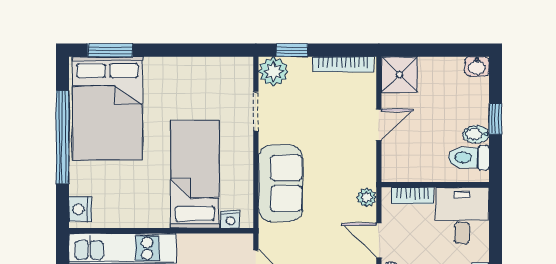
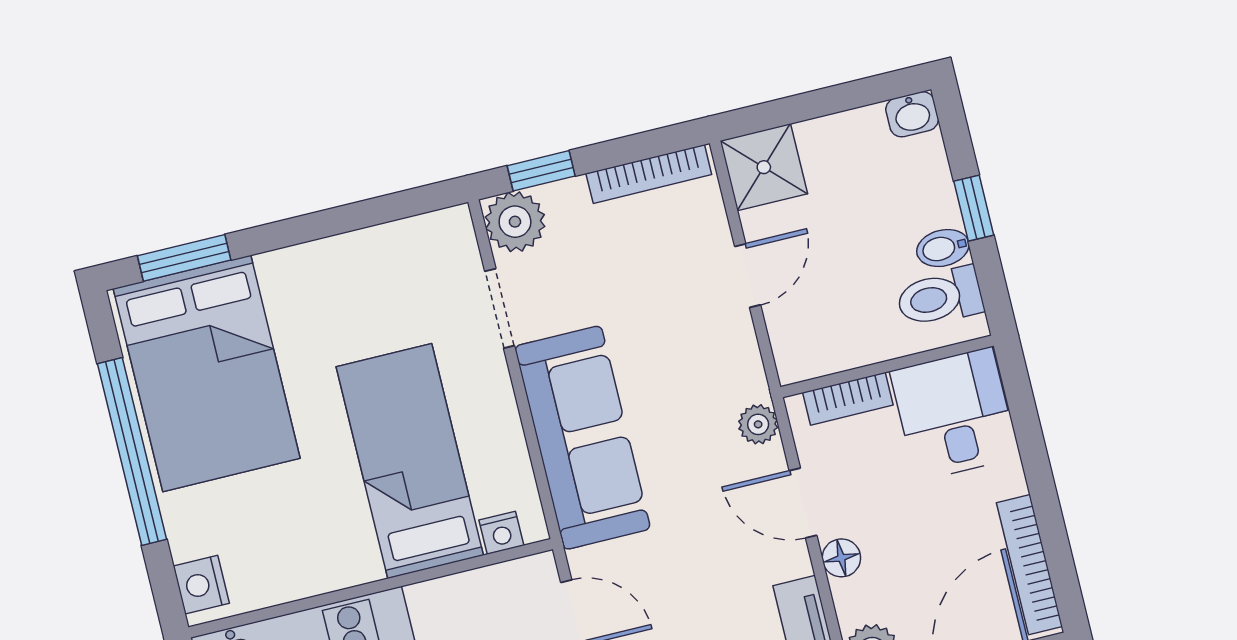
sofa: (281, 183) -> (582, 438), width x1.36

